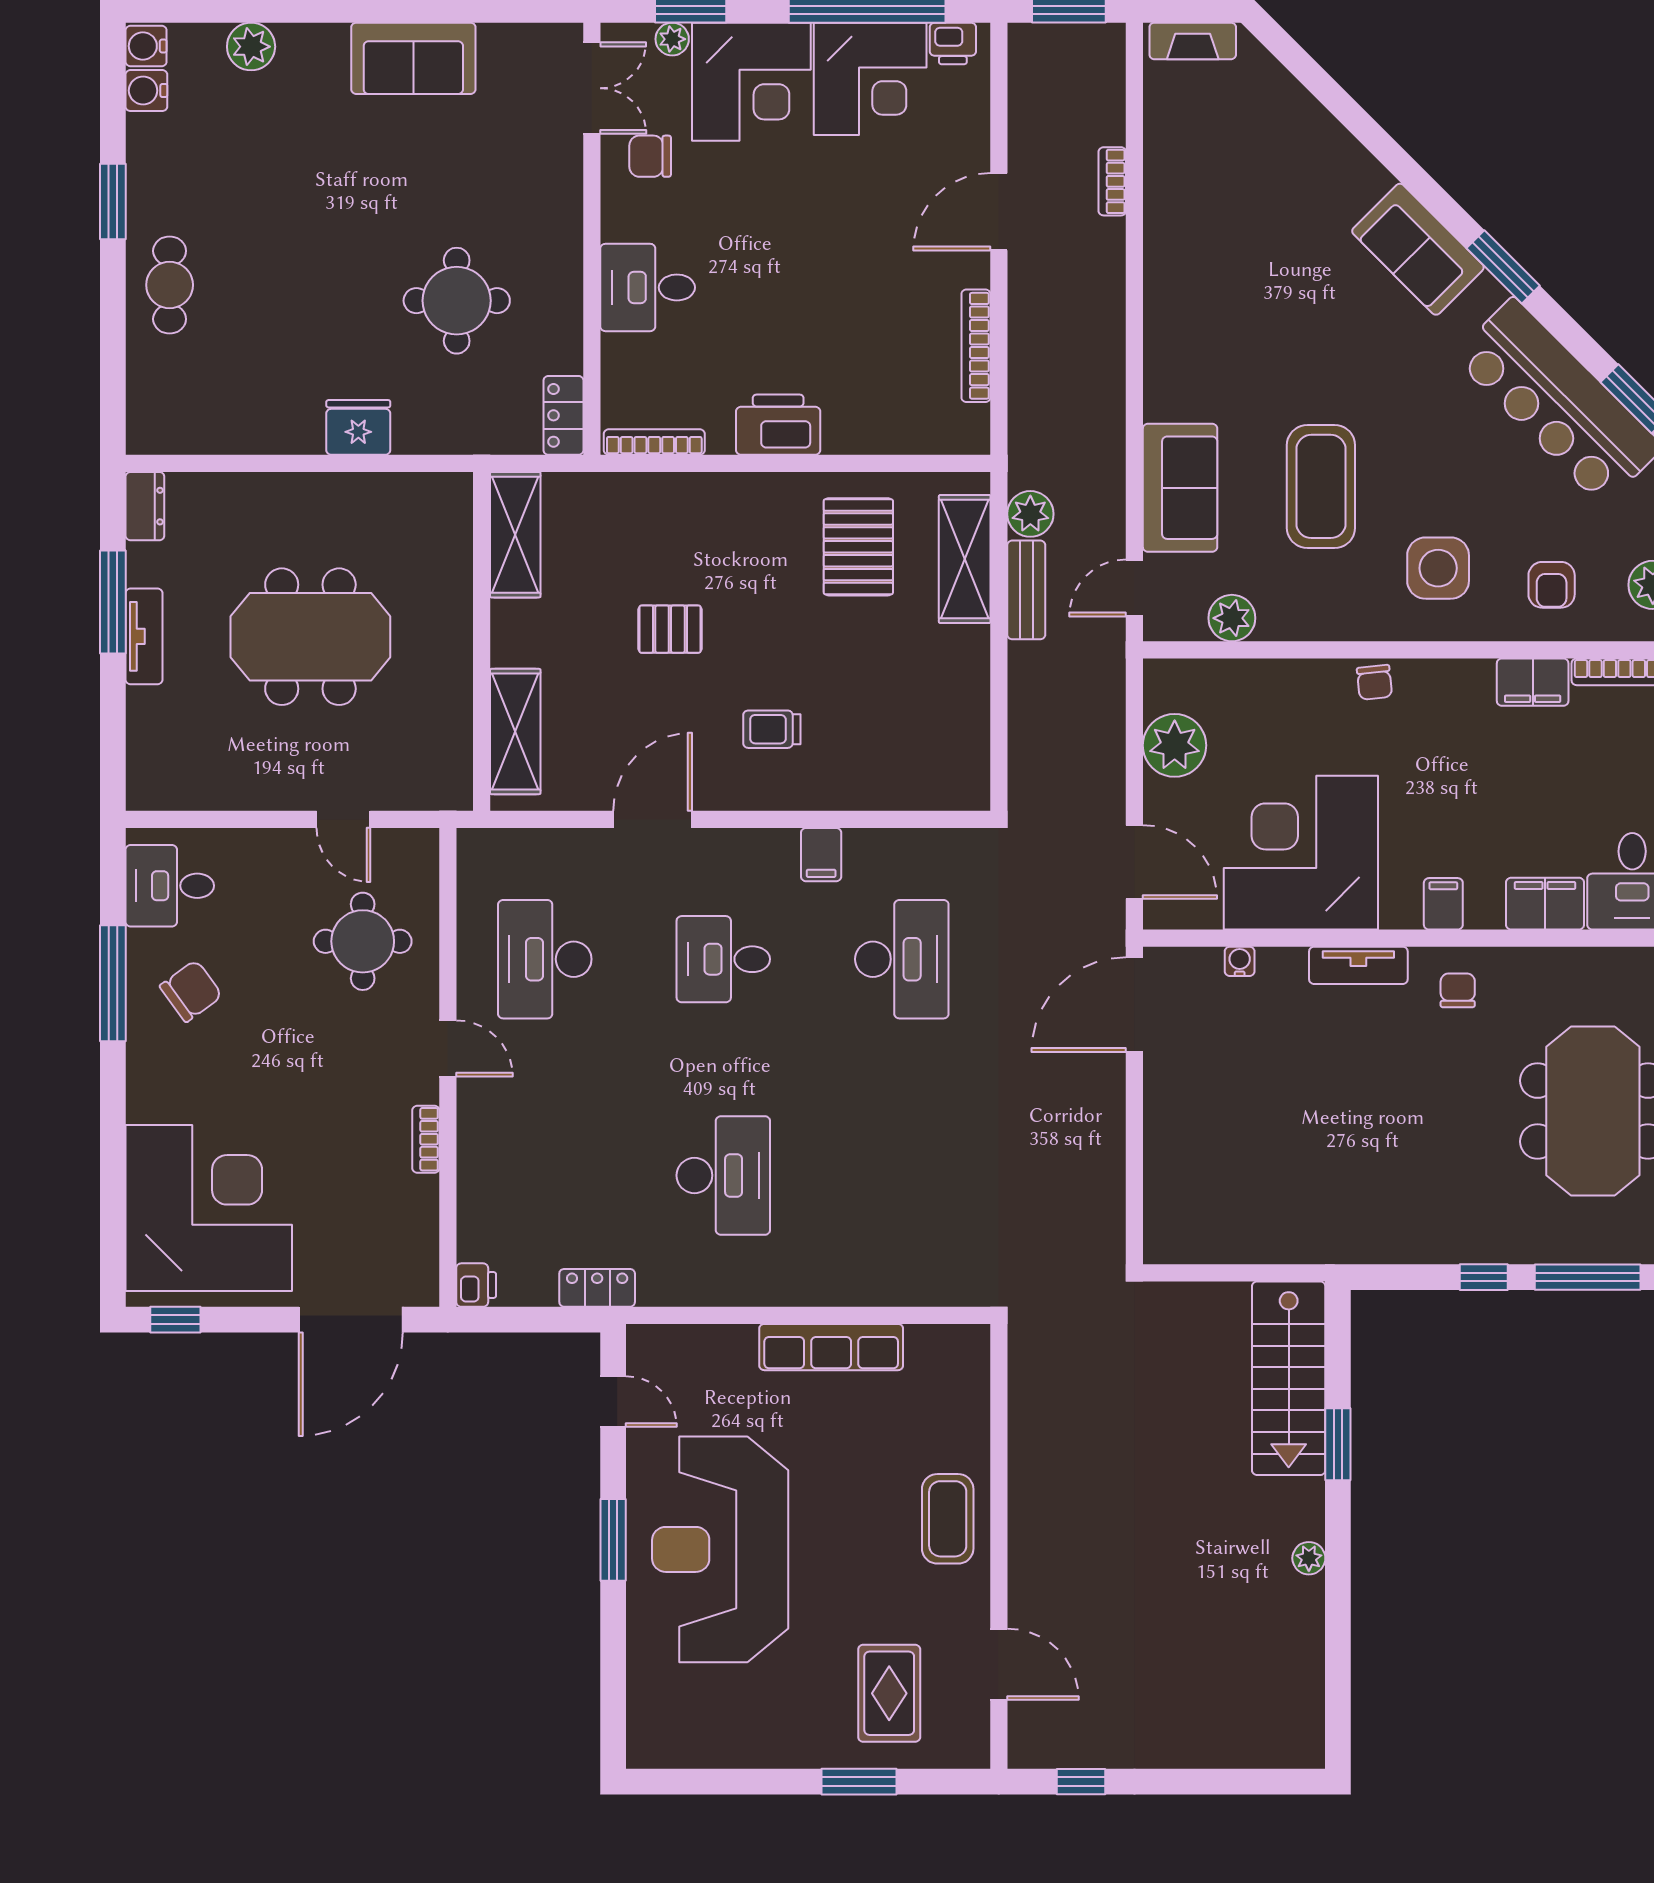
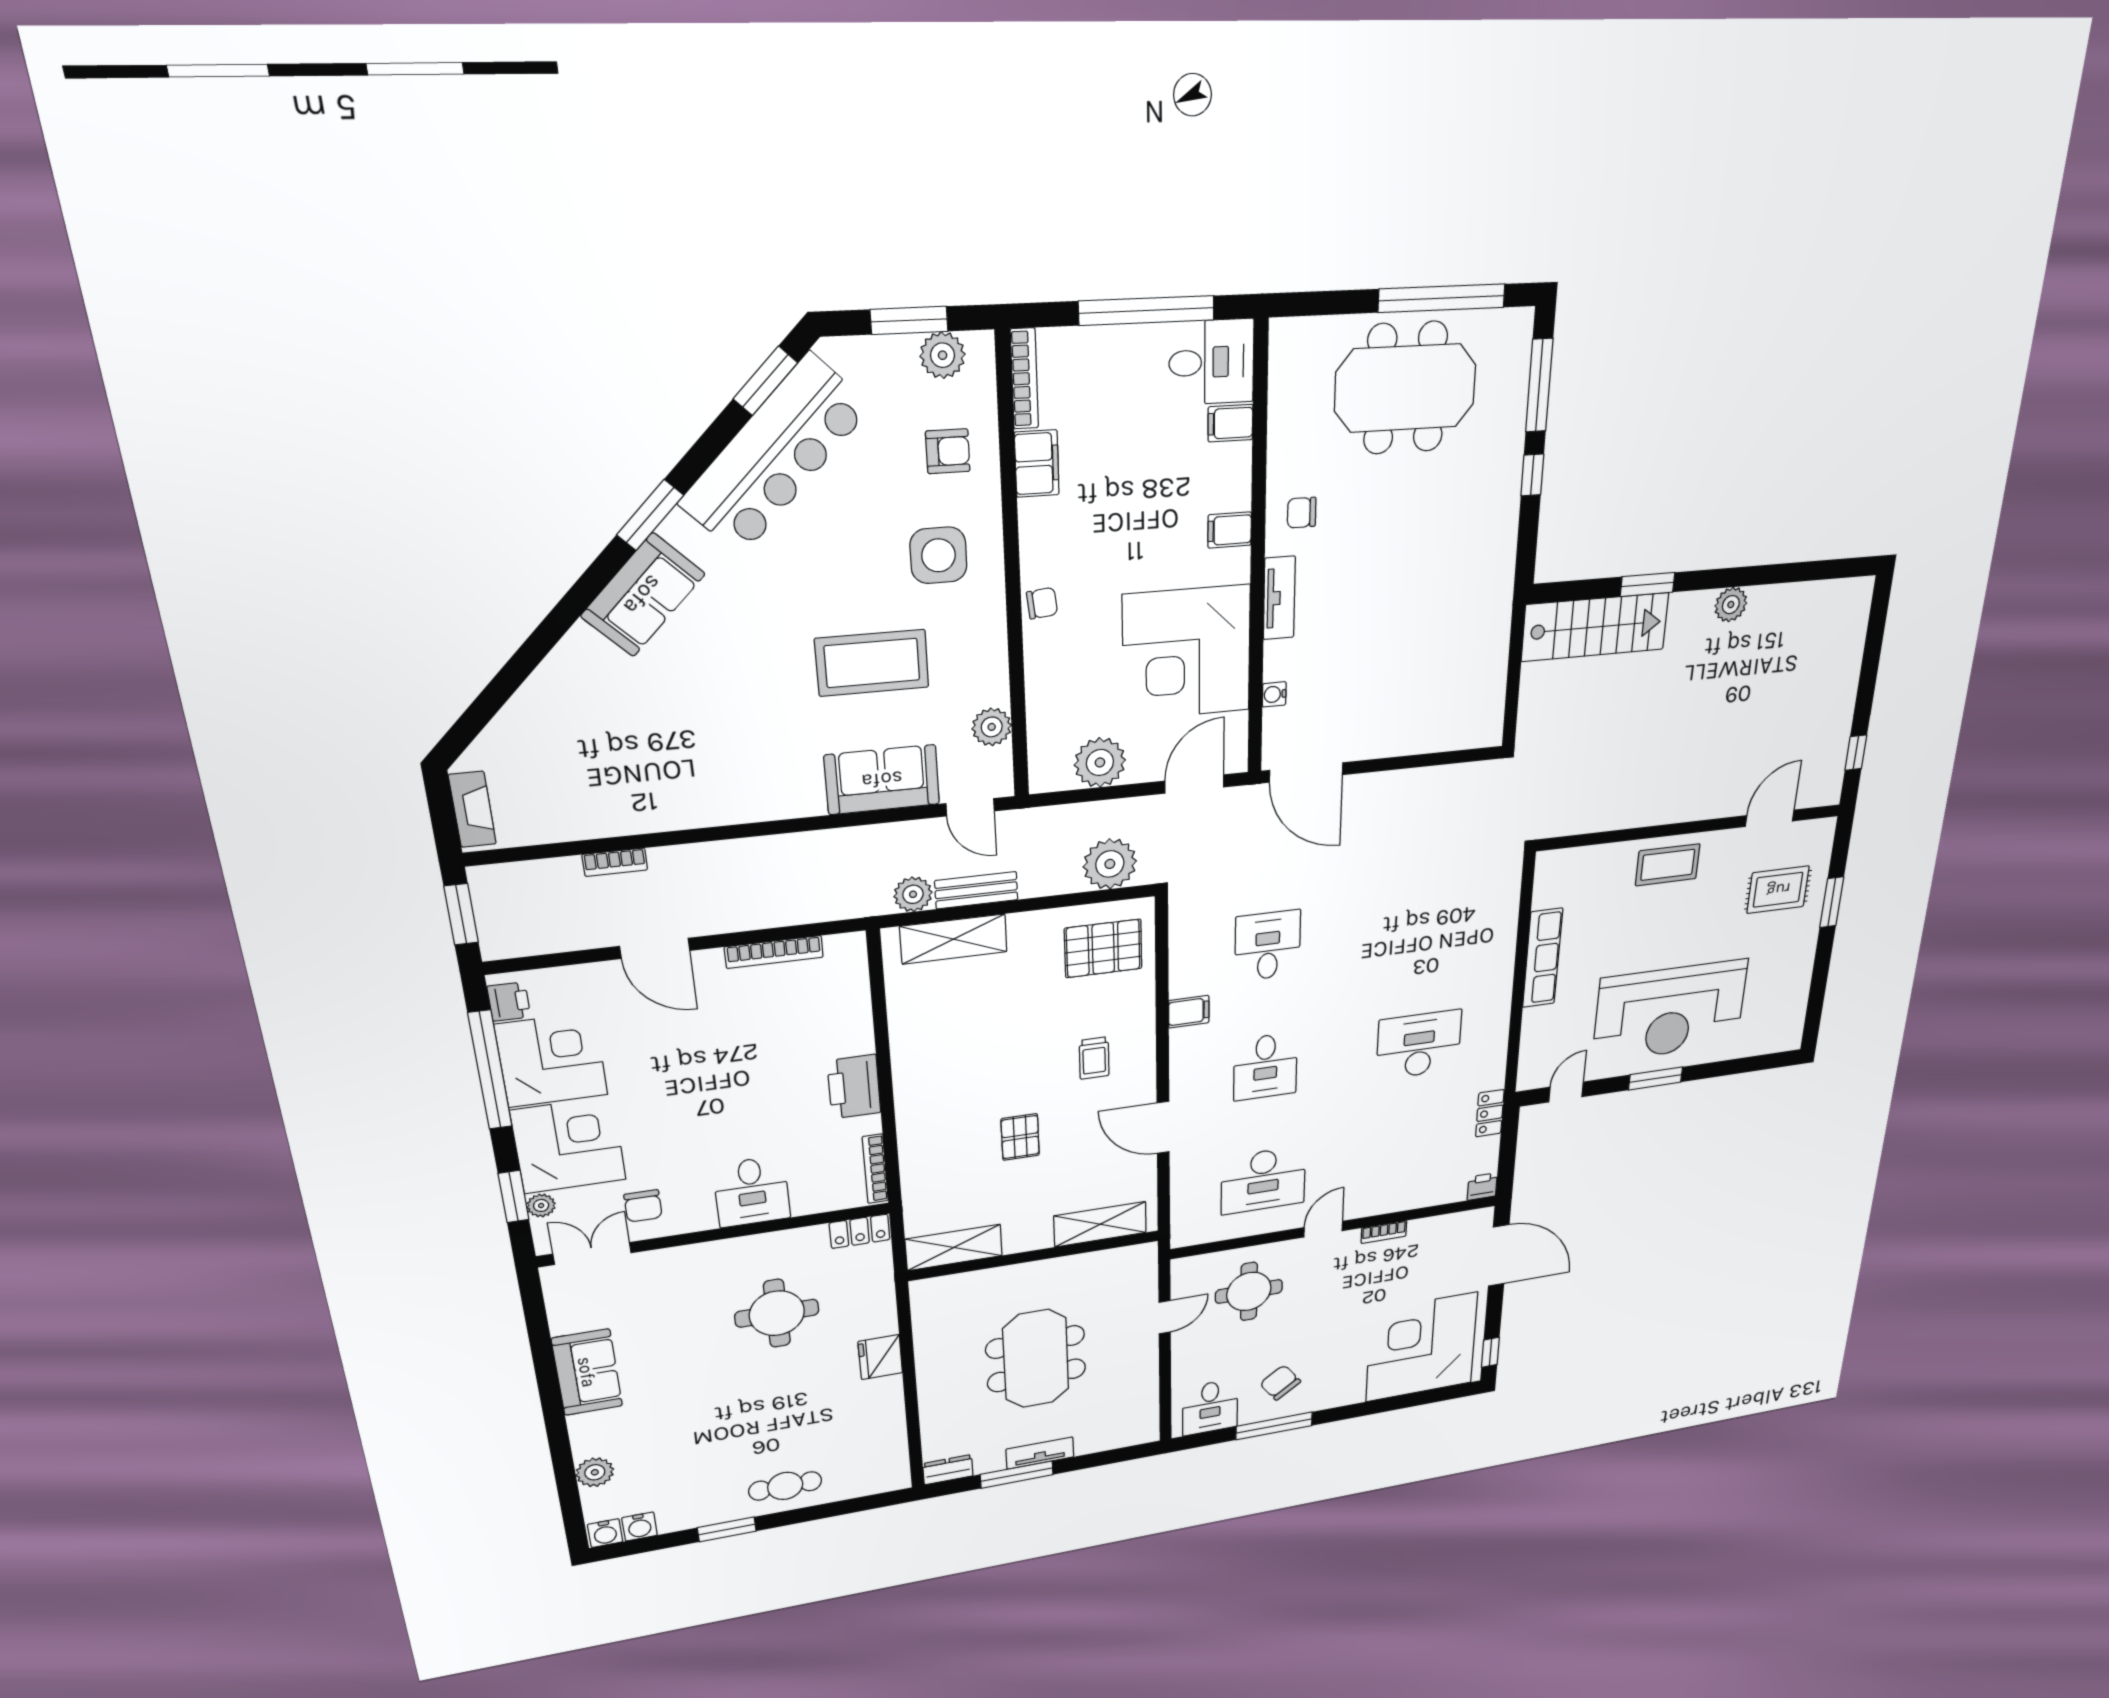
pallet: (858, 547) -> (1103, 948), moved
plant: (1041, 755) -> (1110, 864), added
filing cabinet: (1545, 904) -> (1230, 423), width x0.50
desk: (902, 959) -> (1268, 946), width x0.73
plant: (1309, 1558) -> (1731, 605), width x1.38, depth x1.38

